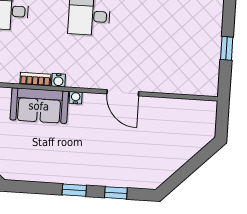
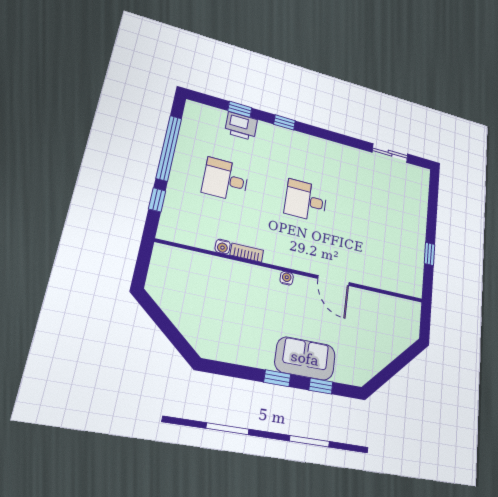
water cooler: (58, 80) -> (223, 247), moved
sofa: (39, 106) -> (305, 358), moved, turned 180

